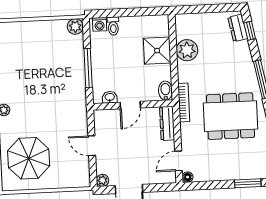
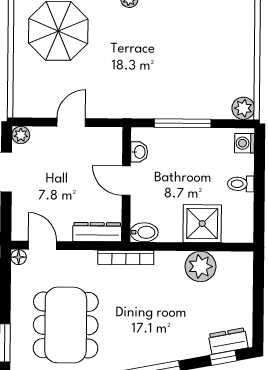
toilet: (113, 26) -> (241, 184), moved
dining table: (230, 116) -> (66, 325), moved

